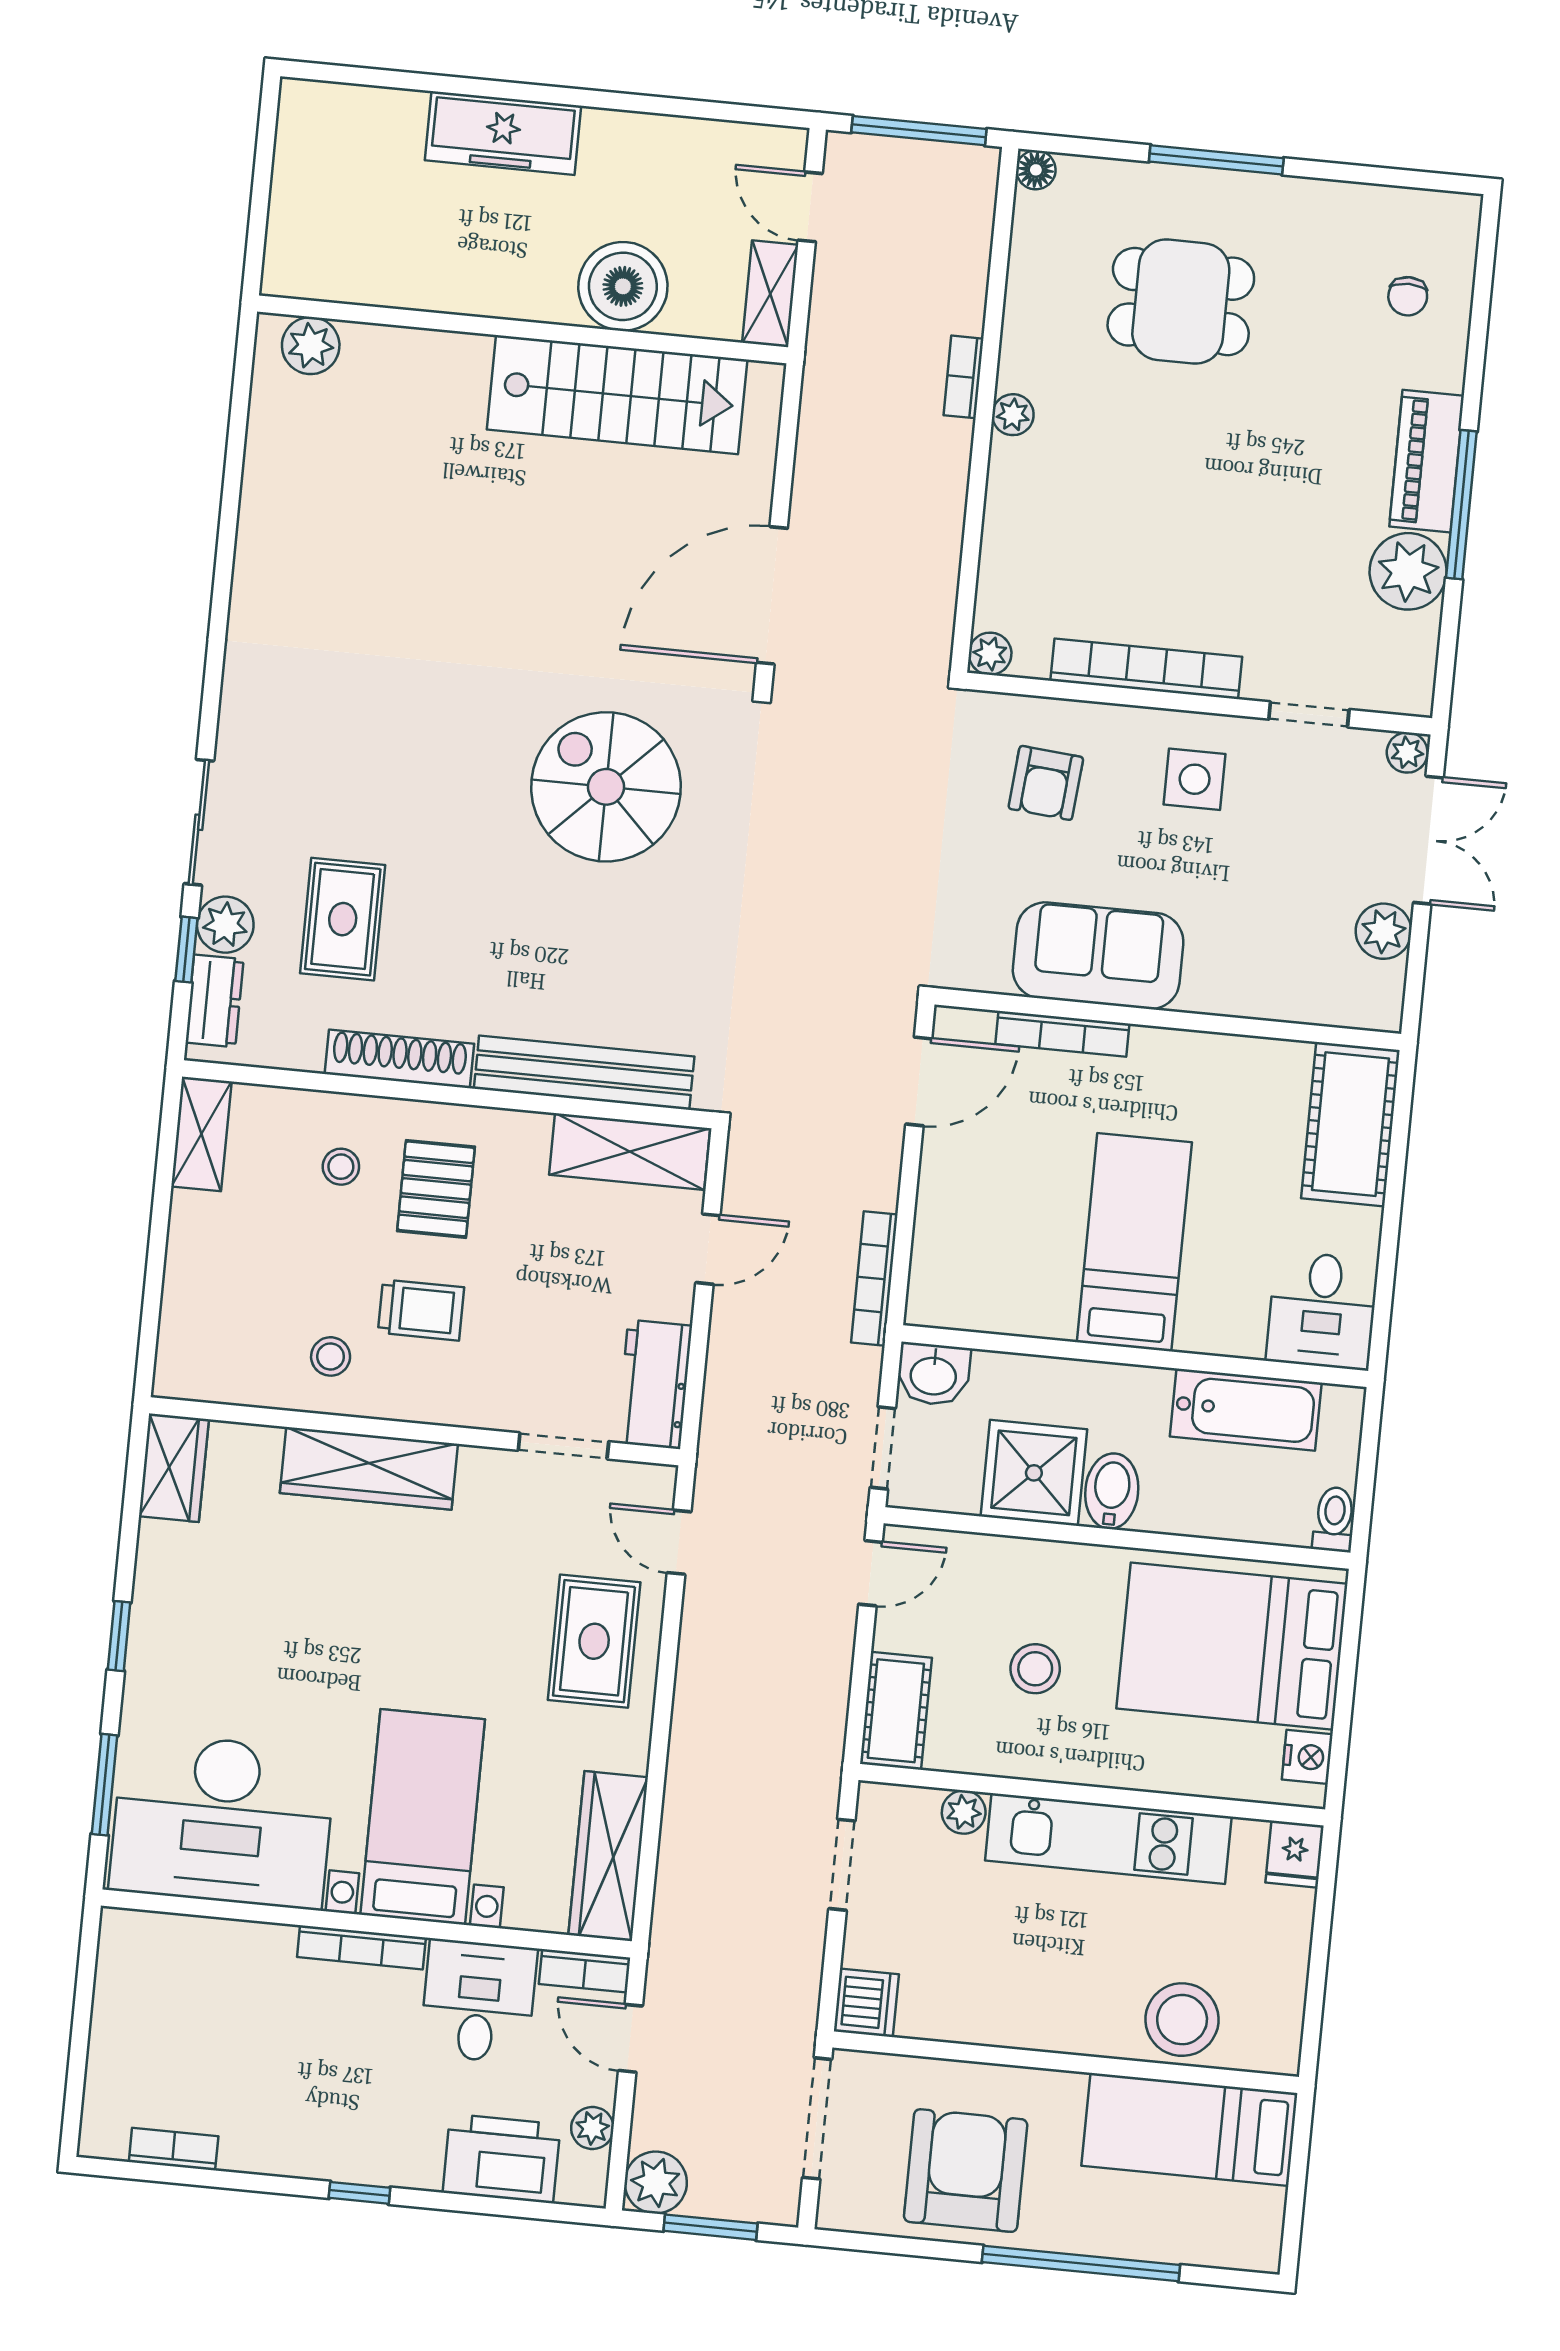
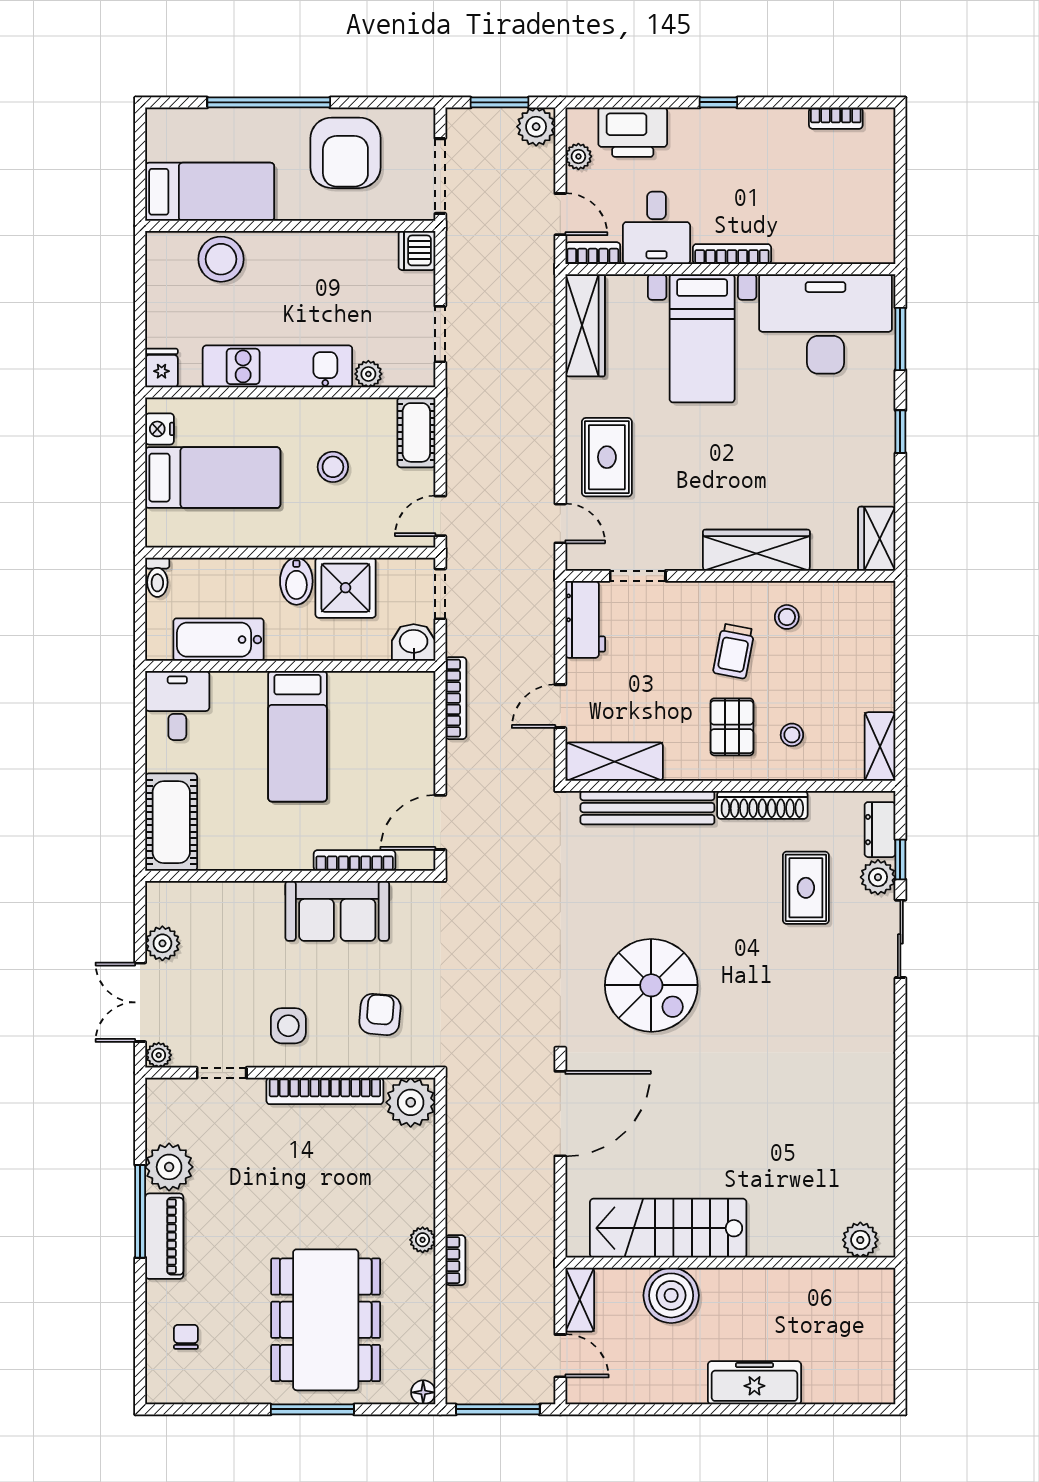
dining table: (1181, 302) -> (326, 1320), width x1.88, depth x1.24
plant: (990, 654) -> (411, 1102), width x1.87, depth x1.87
trolley: (421, 1310) -> (734, 651), turned -79
bed: (1232, 1646) -> (213, 478), width x0.67

